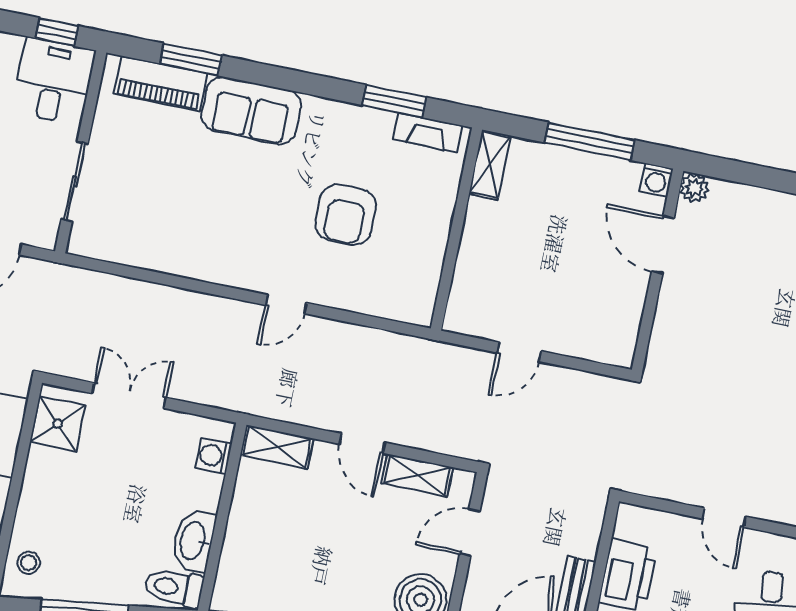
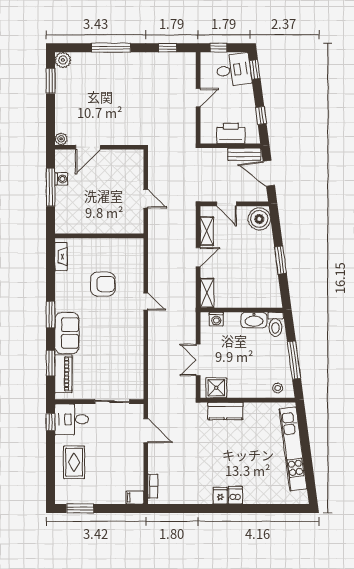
window: (394, 101) -> (51, 315), moved
shelving: (490, 165) -> (69, 227), removed
washing machine: (656, 180) -> (61, 179), moved

